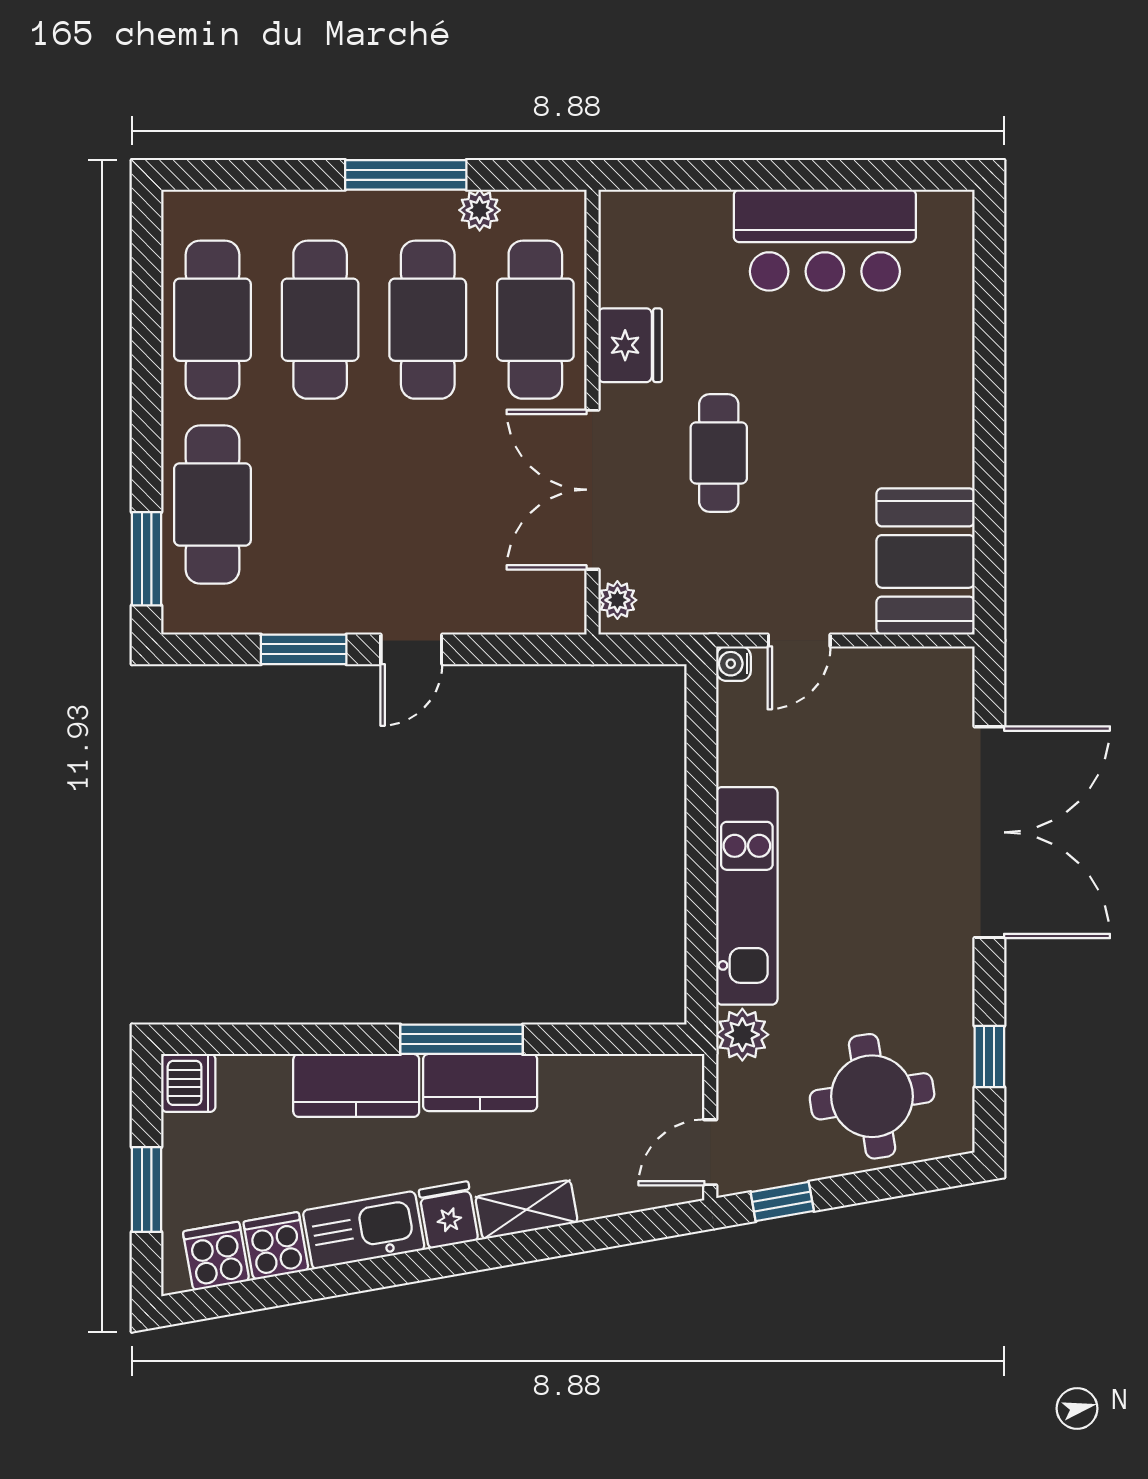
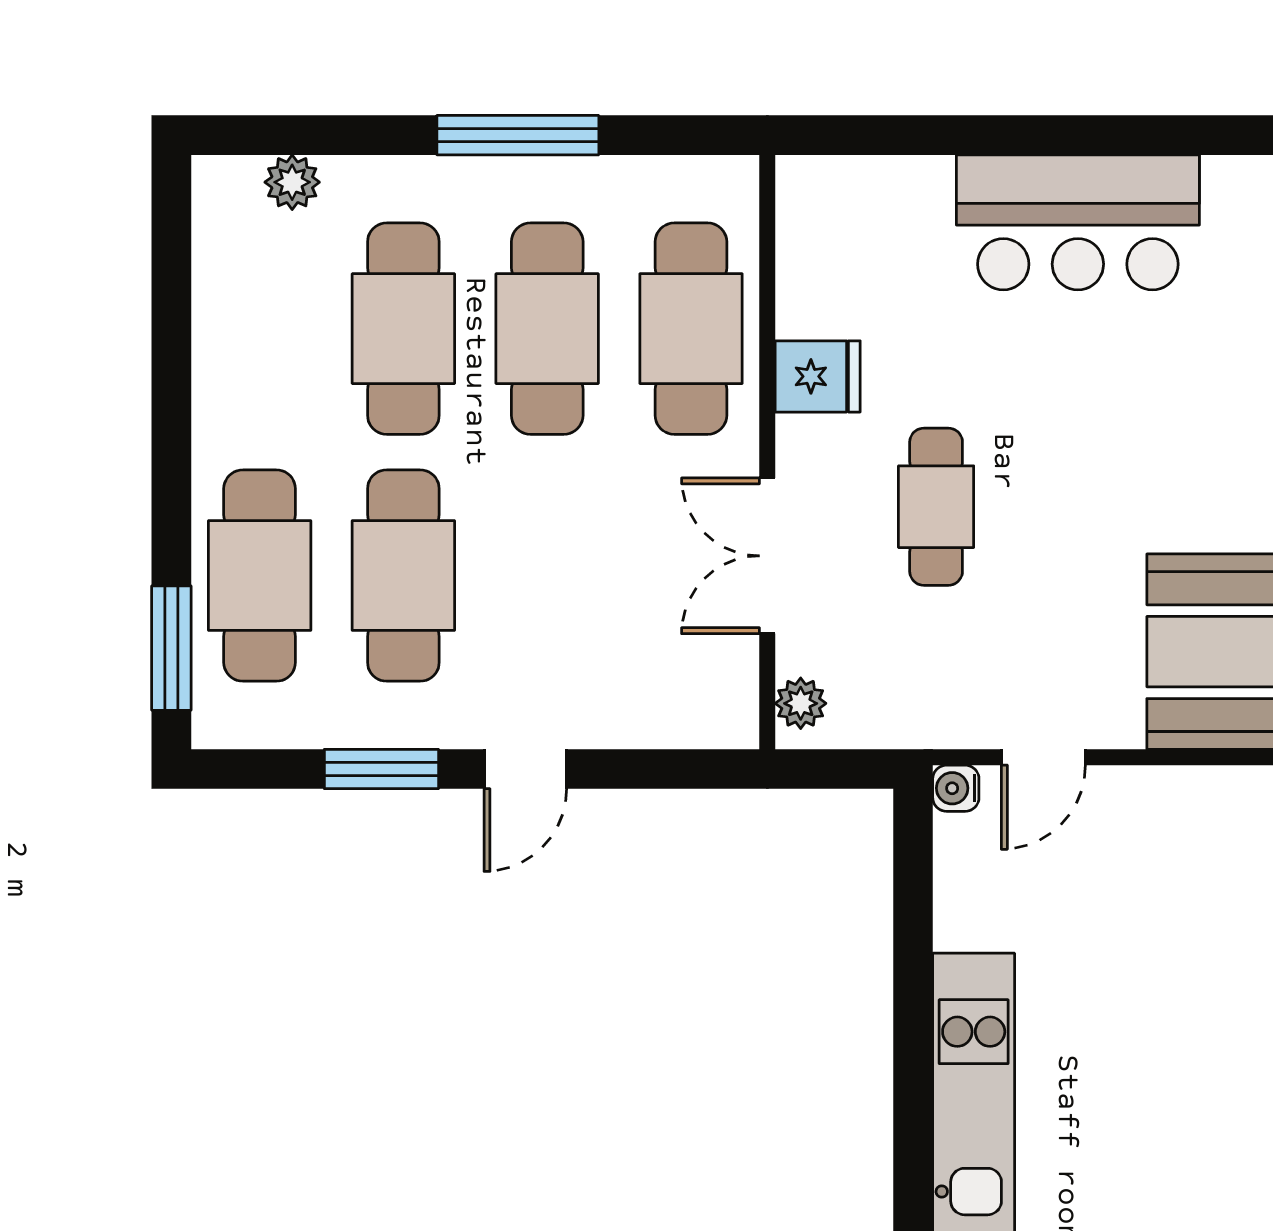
plant: (480, 210) -> (292, 182), moved
cafe table: (212, 320) -> (403, 576), moved
fridge: (630, 345) -> (818, 376), width x0.72
double door: (592, 490) -> (767, 556), width x0.73

